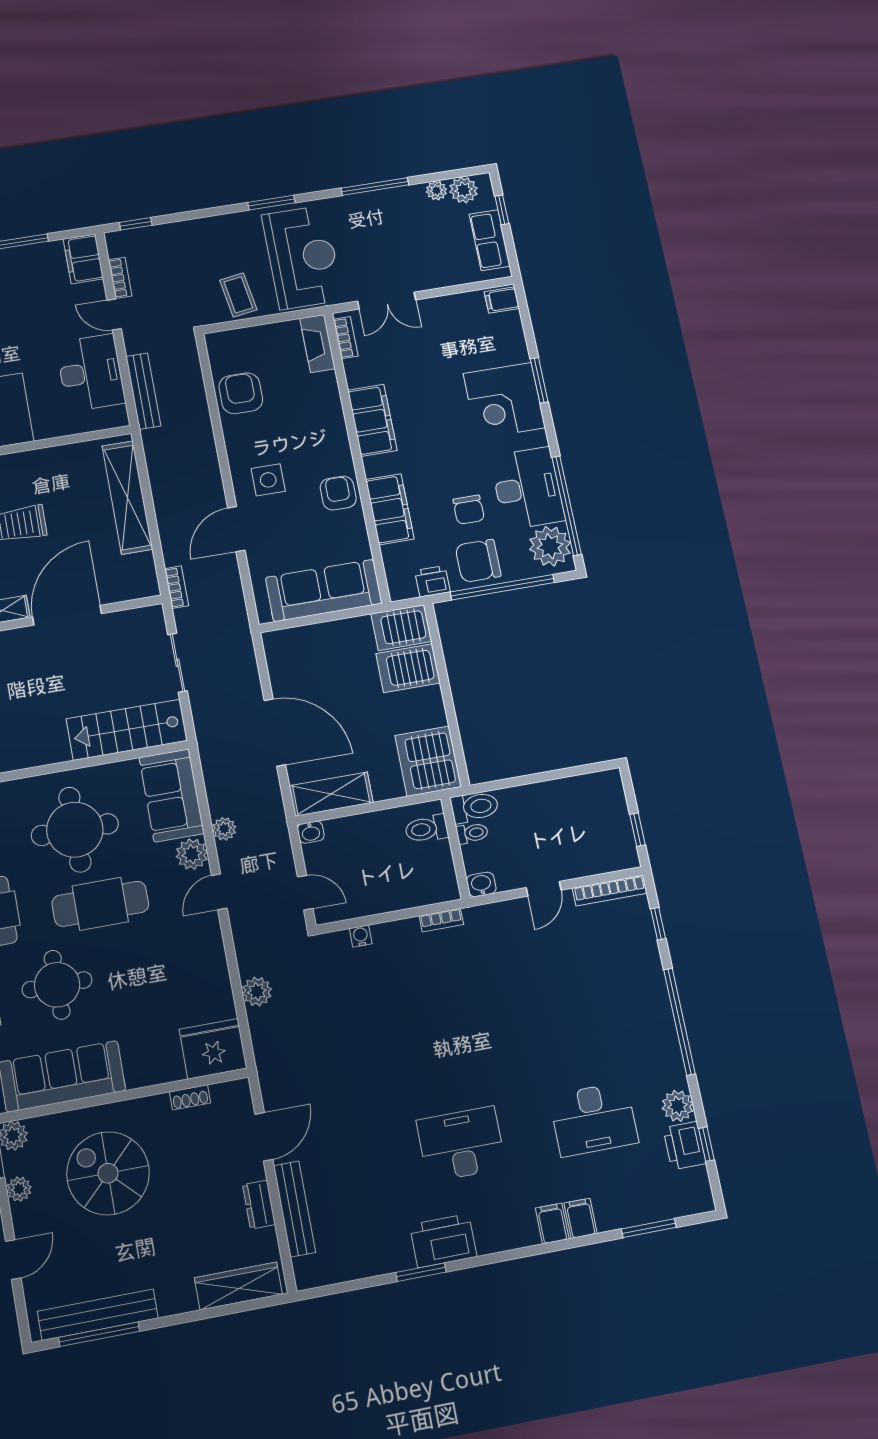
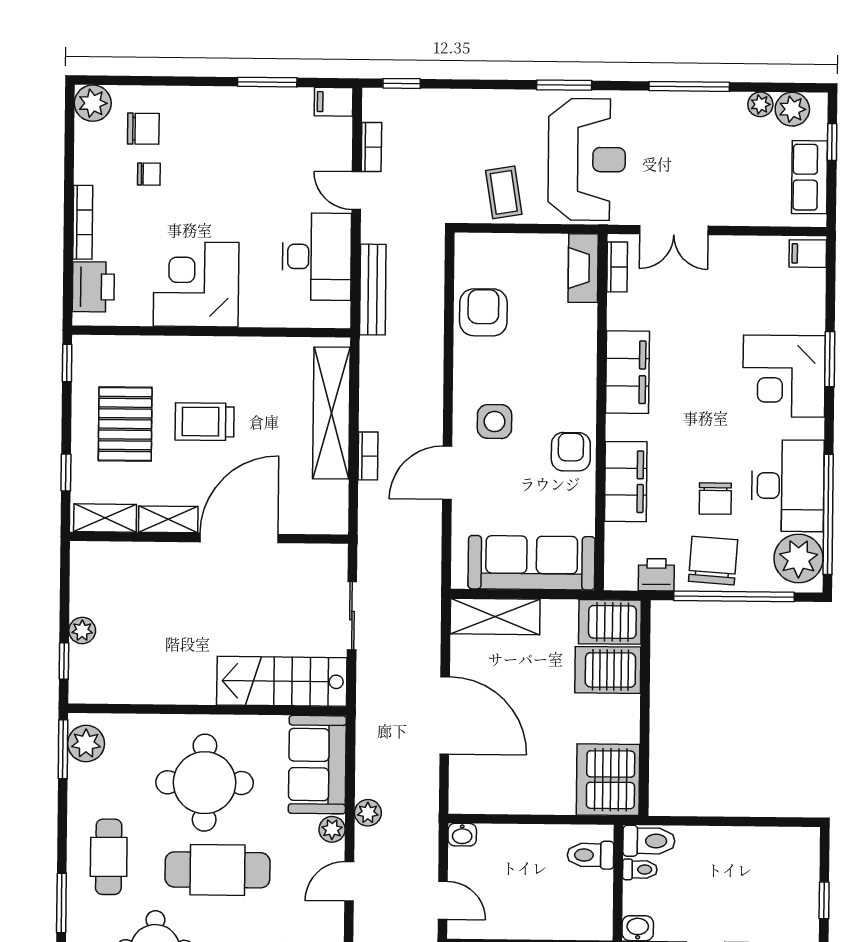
filing cabinet: (83, 259) -> (334, 102), width x0.50
chair: (478, 561) -> (713, 561), turned 94
bookcase: (177, 587) -> (368, 456), moved
shelving: (331, 794) -> (495, 616), moved
plant: (192, 854) -> (332, 829), width x0.73, depth x0.73

